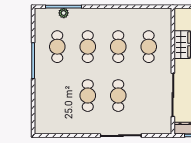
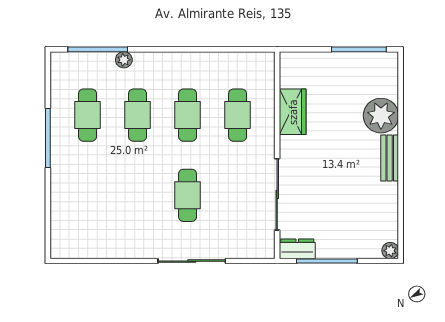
plant: (64, 13) -> (124, 60), moved
cafe table: (88, 96) -> (138, 195), removed

